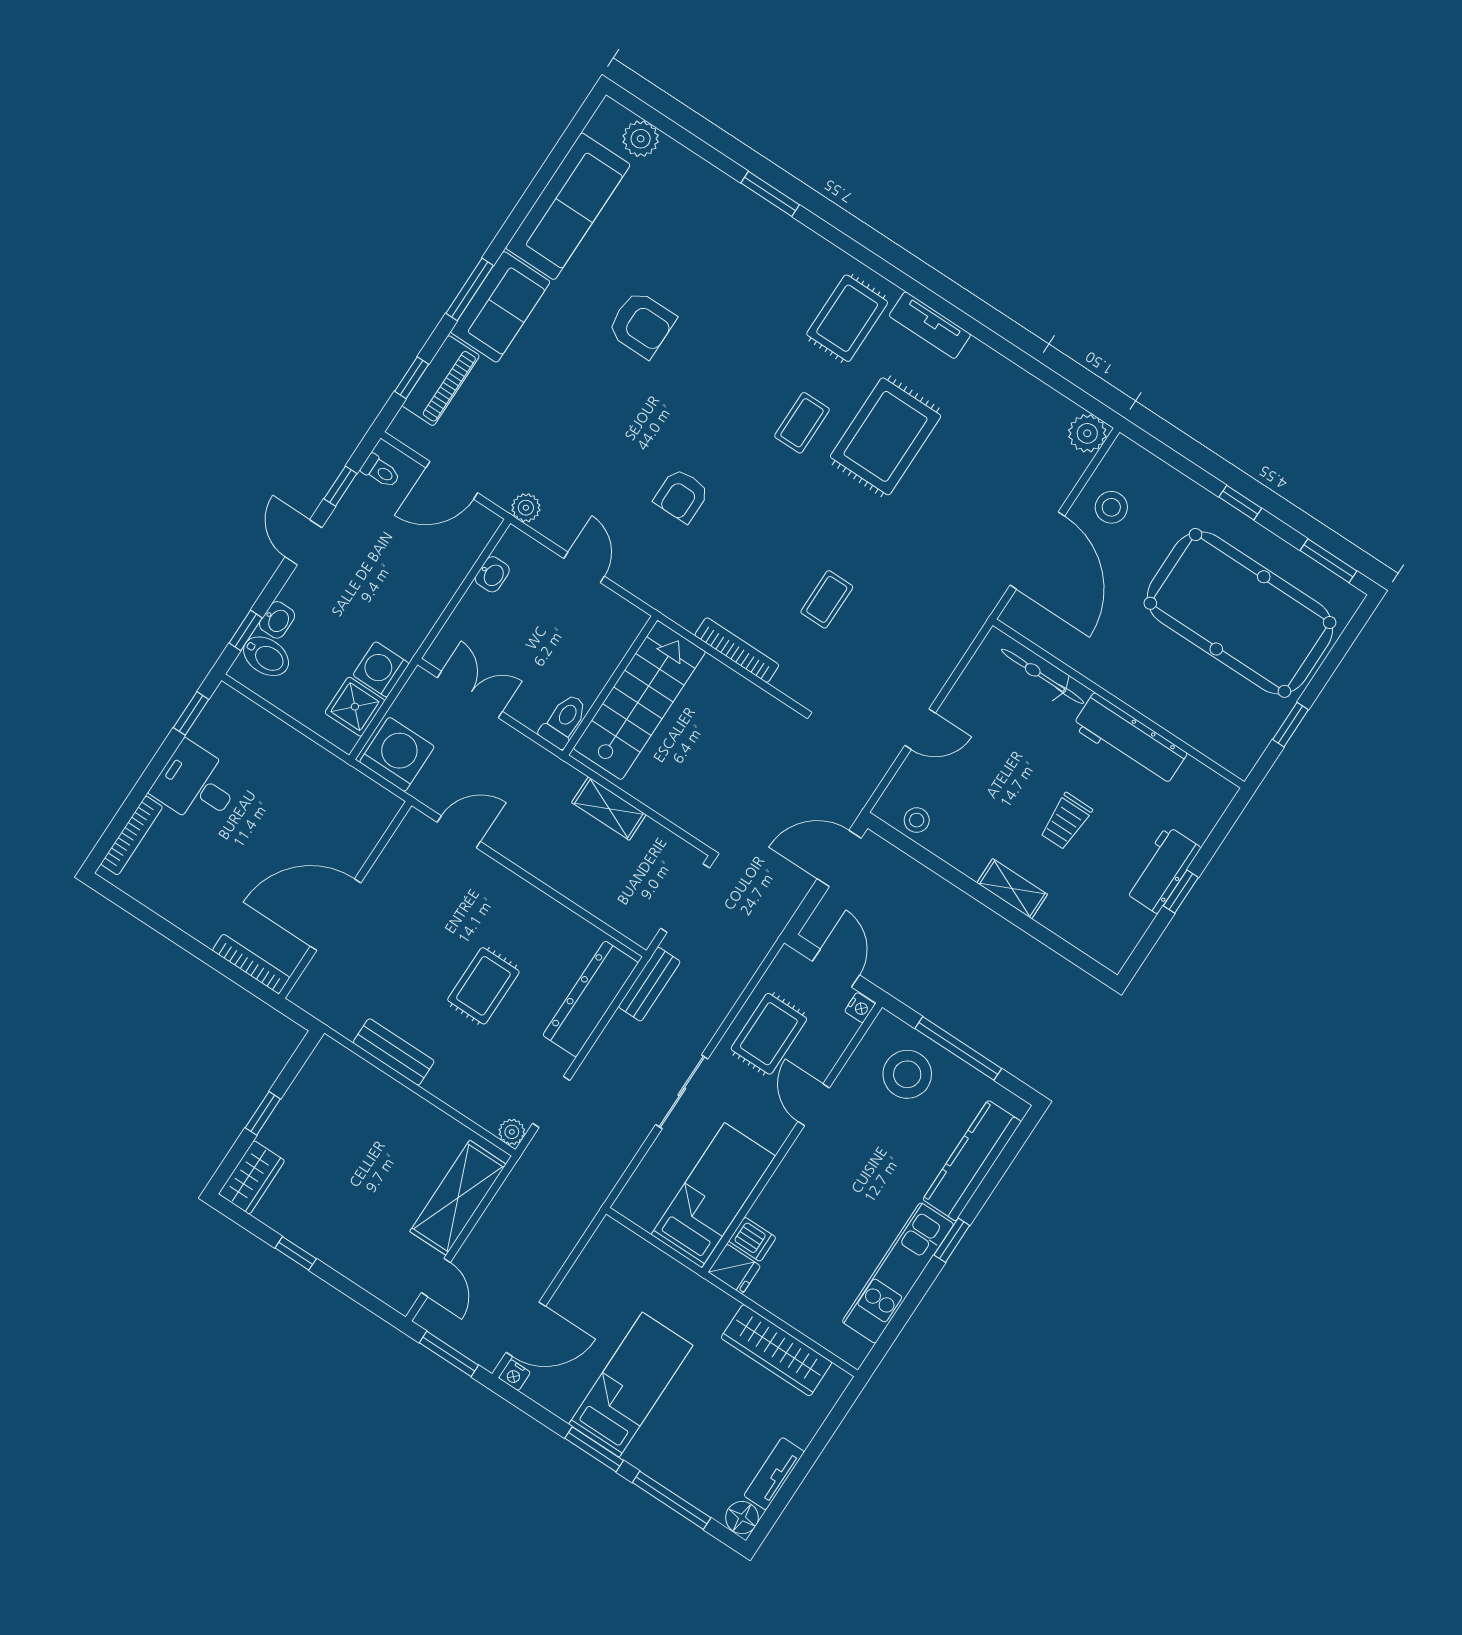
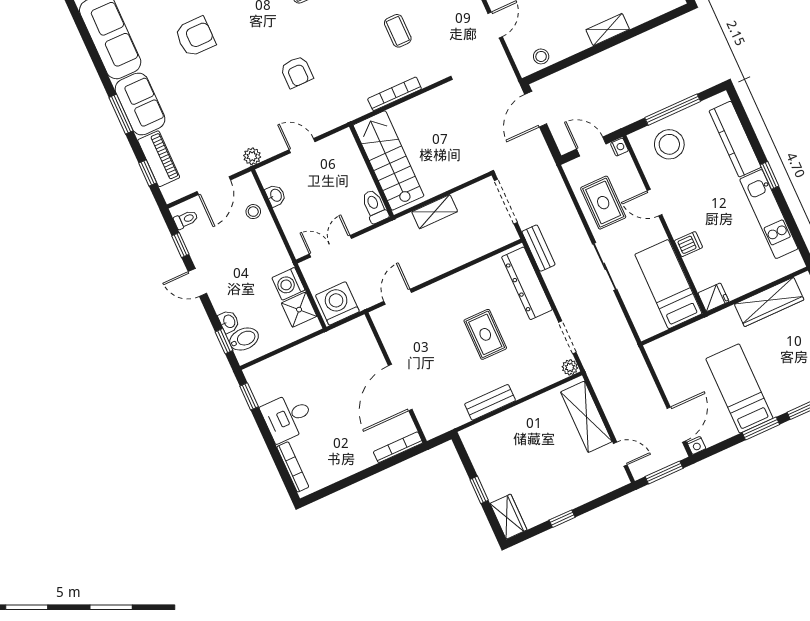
stool: (450, 558) -> (253, 212), added
dishwasher: (752, 1239) -> (688, 244), moved

